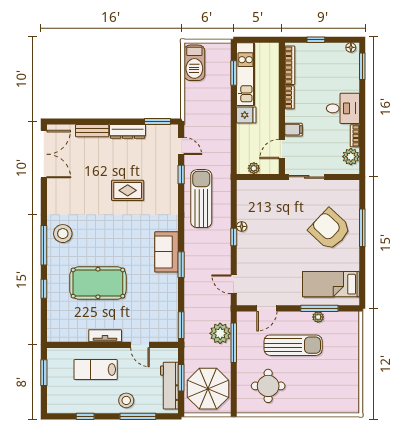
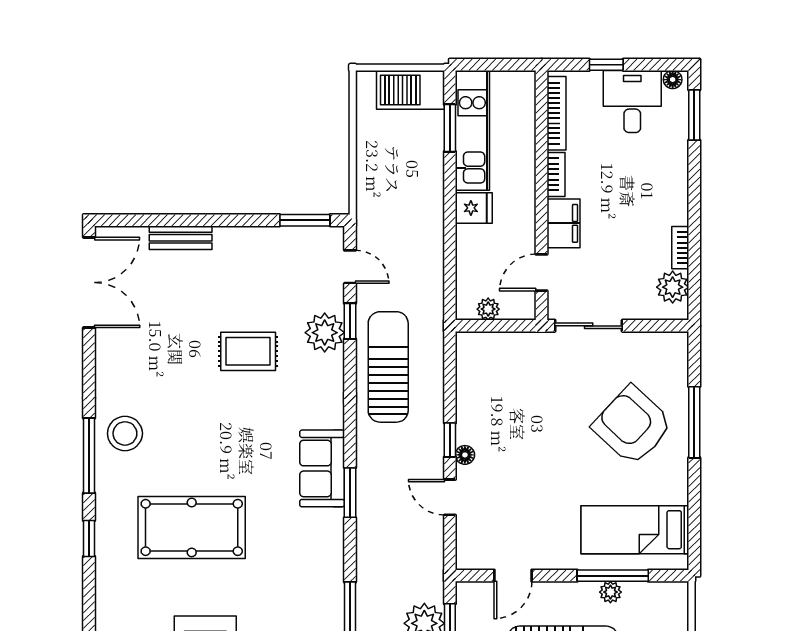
barbecue: (194, 63) -> (410, 90), moved, turned 90
desk: (343, 108) -> (632, 102), moved, turned -90
filing cabinet: (293, 130) -> (564, 223), width x2.00
dresser: (128, 131) -> (248, 239), removed
plant: (168, 180) -> (325, 333), added
floor lamp: (242, 226) -> (465, 455), moved
door: (234, 284) -> (450, 497), moved

